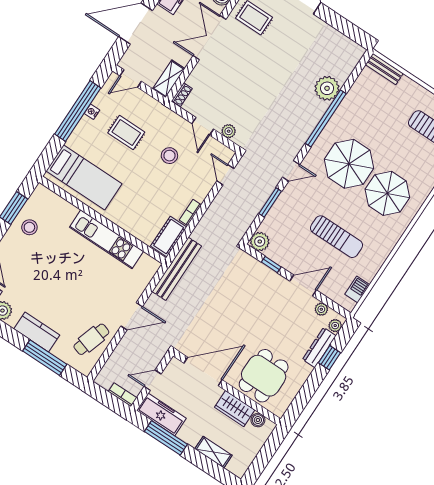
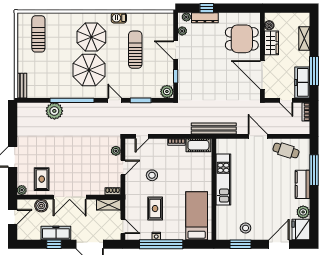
barbecue: (357, 289) -> (119, 18), moved

